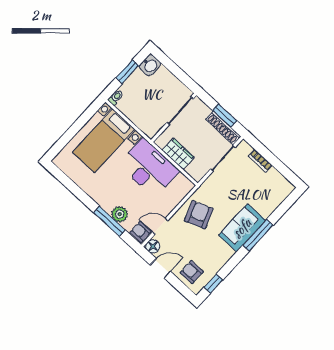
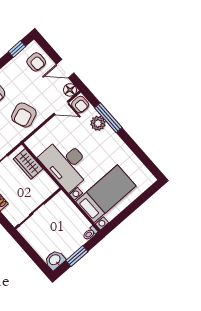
wardrobe: (178, 154) -> (28, 164), moved

